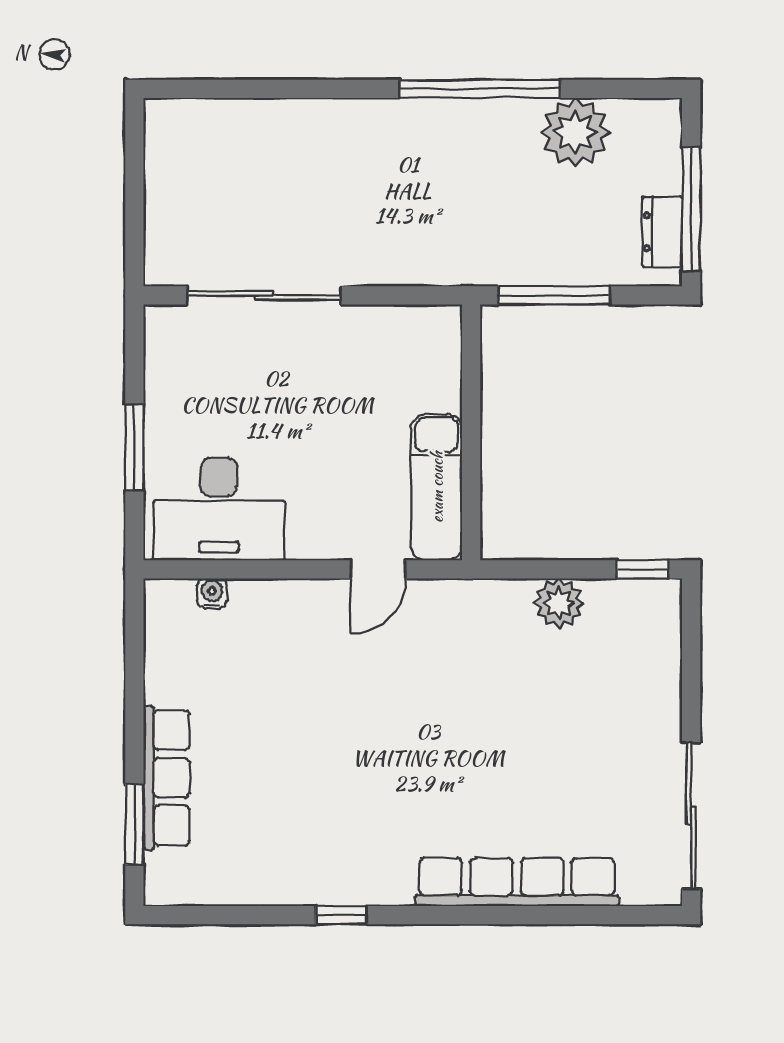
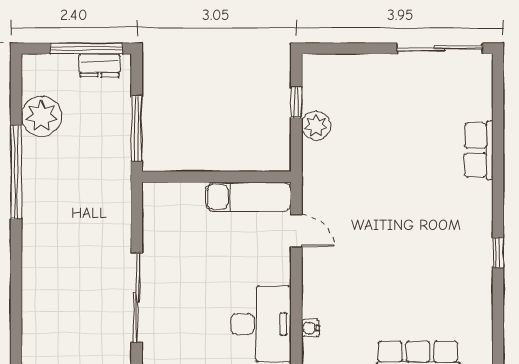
window: (642, 569) -> (296, 102), moved
row of seats: (517, 882) -> (479, 150), width x0.50

